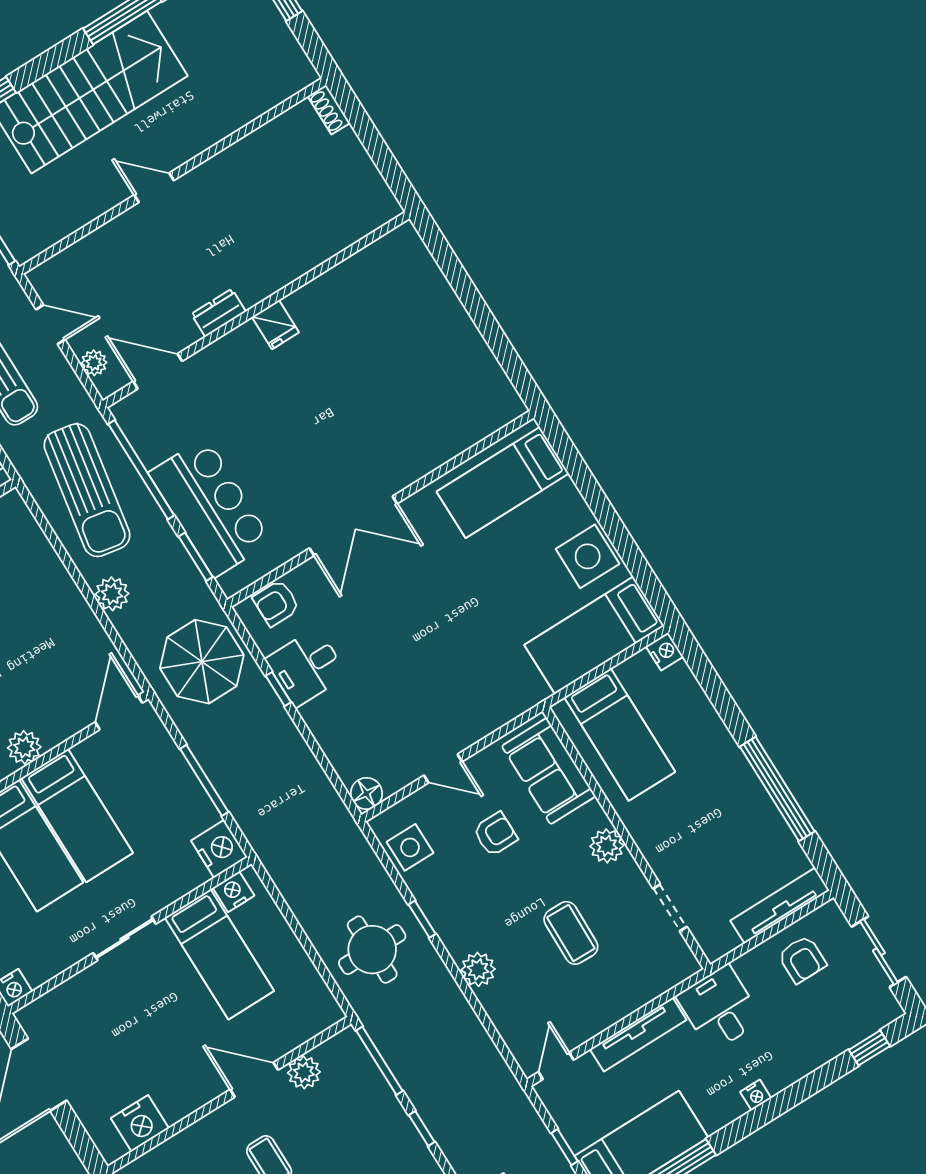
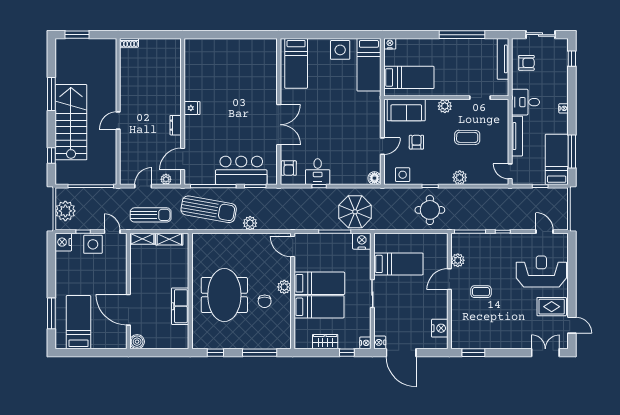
parasol: (202, 662) -> (355, 212), moved
nightstand: (234, 892) -> (380, 342), moved

